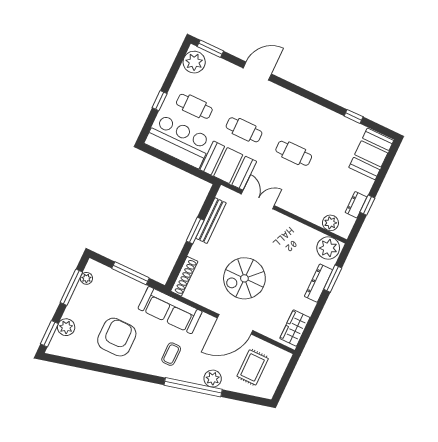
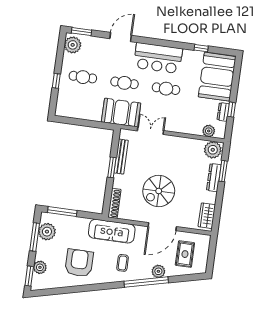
bar counter: (178, 141) -> (158, 58), moved, turned 180
booth: (371, 154) -> (217, 77), width x1.36, depth x1.42
window: (131, 273) -> (62, 212), moved
plant: (86, 278) -> (47, 232), width x1.88, depth x1.88

